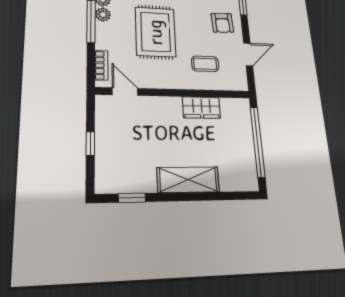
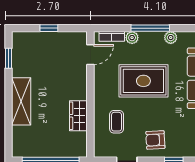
plant: (103, 15) -> (132, 38), moved

